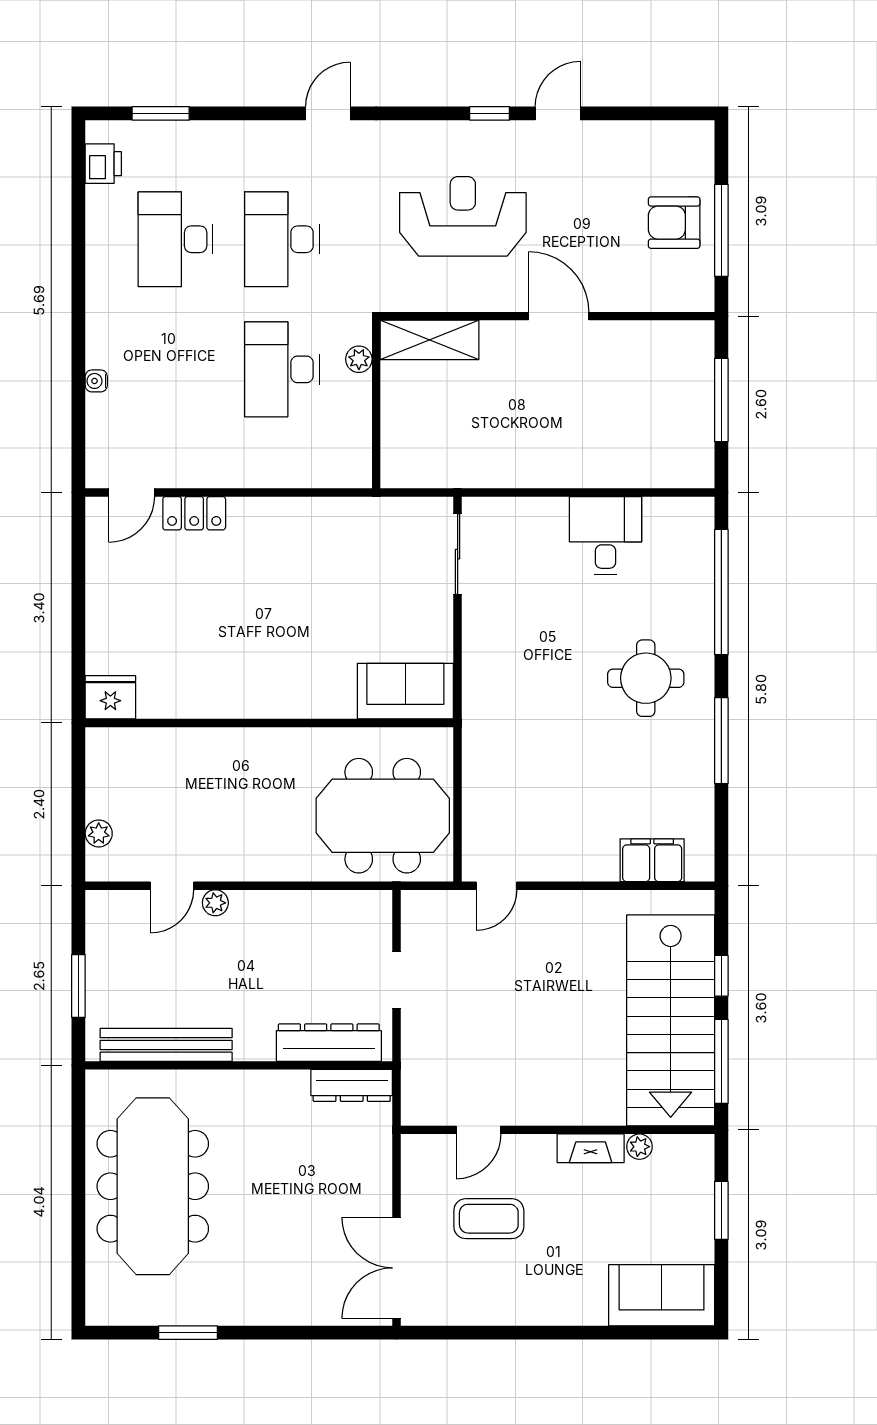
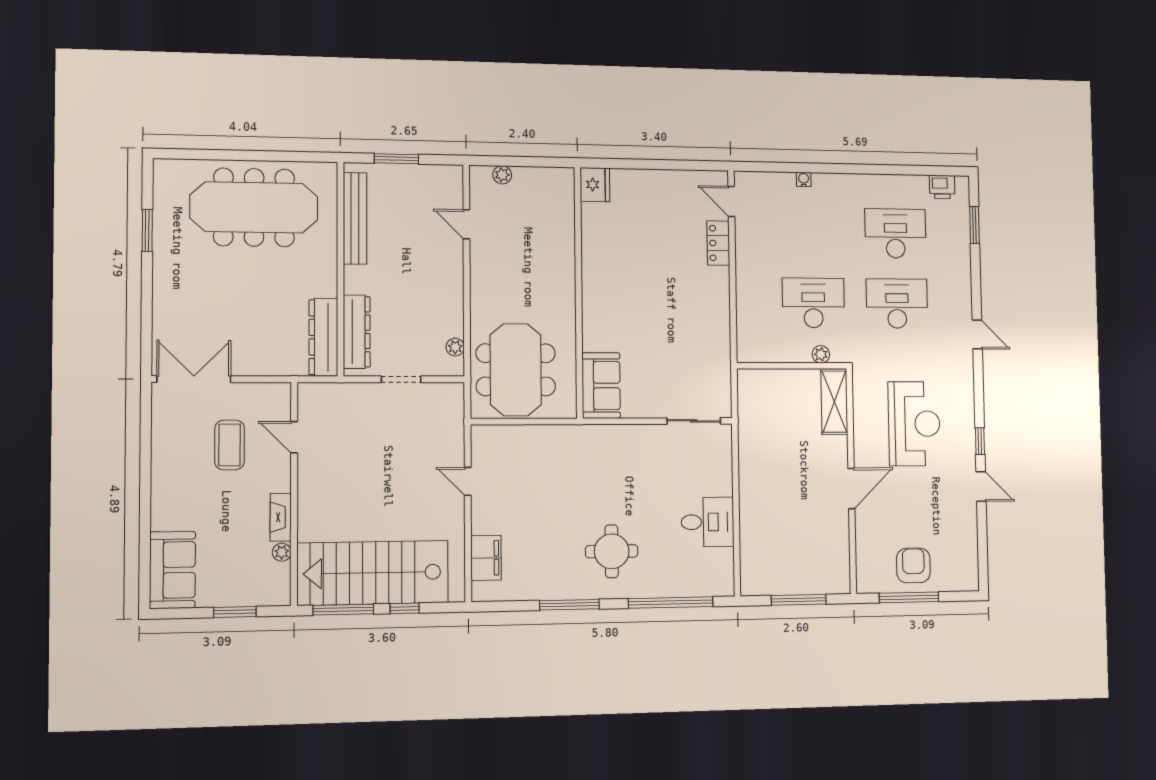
door: (497, 886) -> (468, 481), moved
plant: (215, 903) -> (455, 347), moved
dresser: (352, 1085) -> (323, 337), width x1.37, depth x1.24

